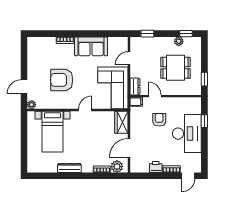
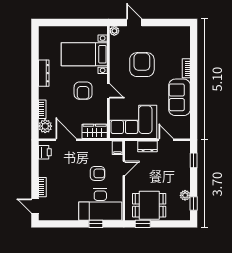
dining table: (175, 68) -> (149, 205), moved, turned 90
dresser: (135, 86) -> (148, 146), moved
armchair: (85, 133) -> (83, 91), added
desk: (187, 134) -> (100, 204), moved
printer: (156, 167) -> (45, 152), moved

